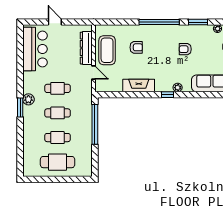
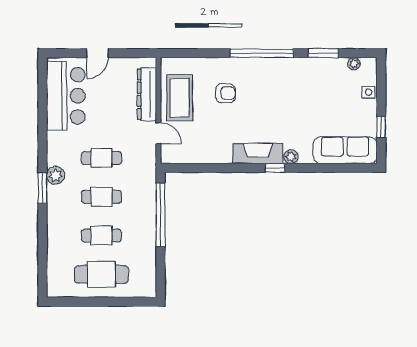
door: (55, 22) -> (97, 53), swing flipped
armchair: (185, 49) -> (303, 96), removed
fireplace: (139, 86) -> (258, 153), moved

